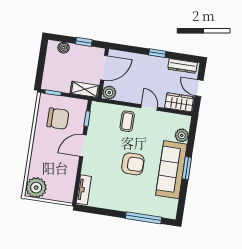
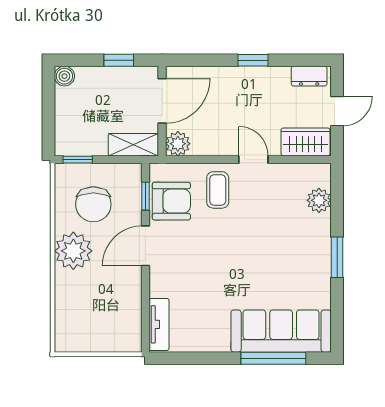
boiler: (63, 48) -> (64, 76), moved
dresser: (182, 66) -> (309, 76), width x0.70
door: (199, 88) -> (337, 111), swing flipped
chair: (58, 119) -> (93, 204), turned 90
armchair: (133, 164) -> (171, 201), moved
sofa: (171, 170) -> (281, 331), moved, turned 90
plant: (36, 188) -> (73, 251), moved

